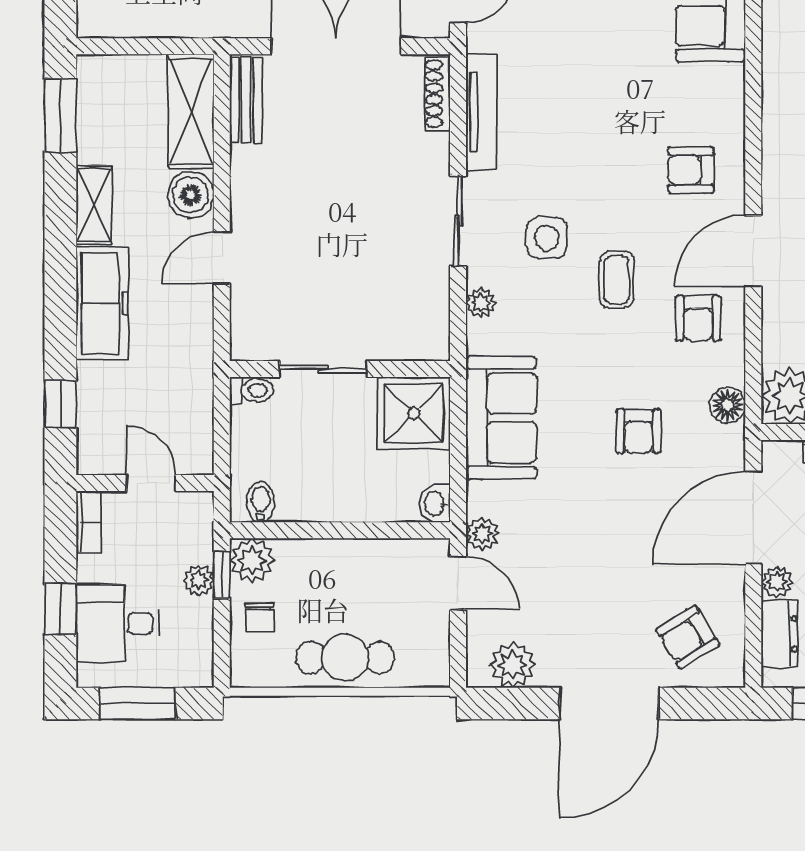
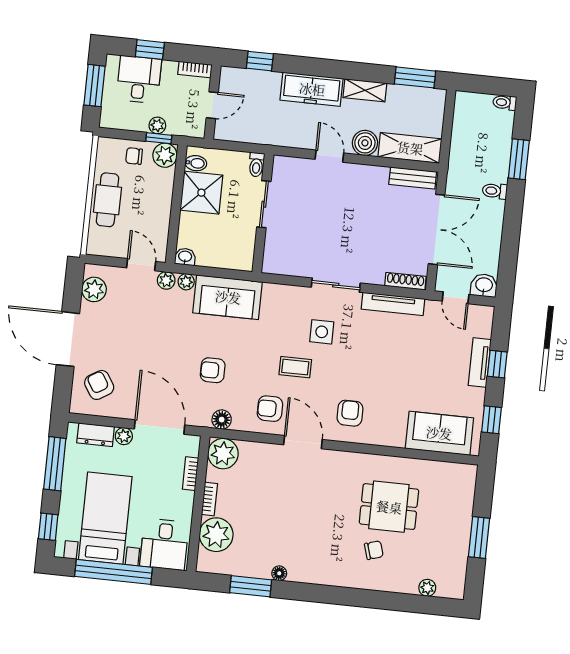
plant: (481, 303) -> (186, 282), moved
shower: (414, 413) -> (201, 193), moved
door: (458, 583) -> (141, 265), swing flipped

